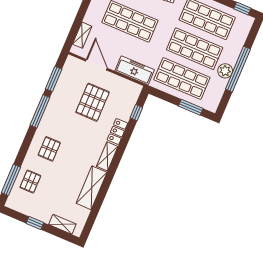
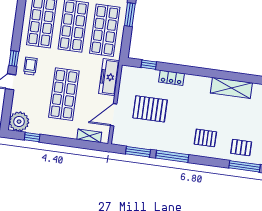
shelving: (107, 156) -> (198, 81), removed

